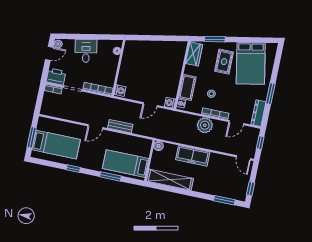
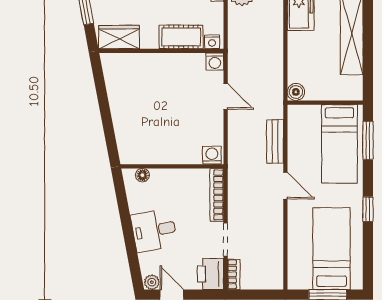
boiler: (159, 146) -> (296, 92), moved
wall: (150, 161) -> (325, 103), moved
bed: (126, 164) -> (339, 144), moved

